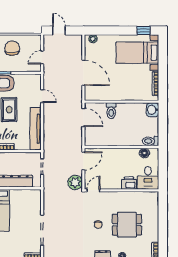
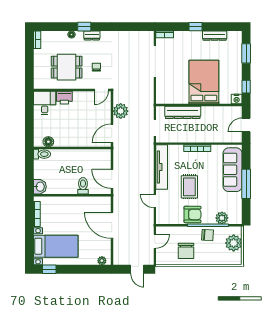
desk: (148, 178) -> (45, 103), moved
printer: (129, 183) -> (64, 98), moved
door: (94, 190) -> (101, 90), moved
wall: (121, 190) -> (72, 90), moved

